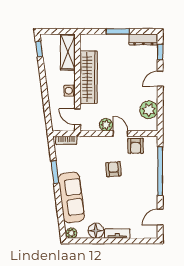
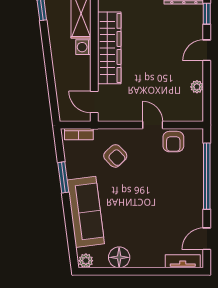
washing machine: (70, 91) -> (83, 47), moved
plant: (149, 110) -> (197, 87), width x0.53, depth x0.53
plant: (106, 125) -> (133, 113), removed
armchair: (113, 169) -> (115, 156), moved, turned 140
tv unit: (117, 234) -> (183, 261), moved

